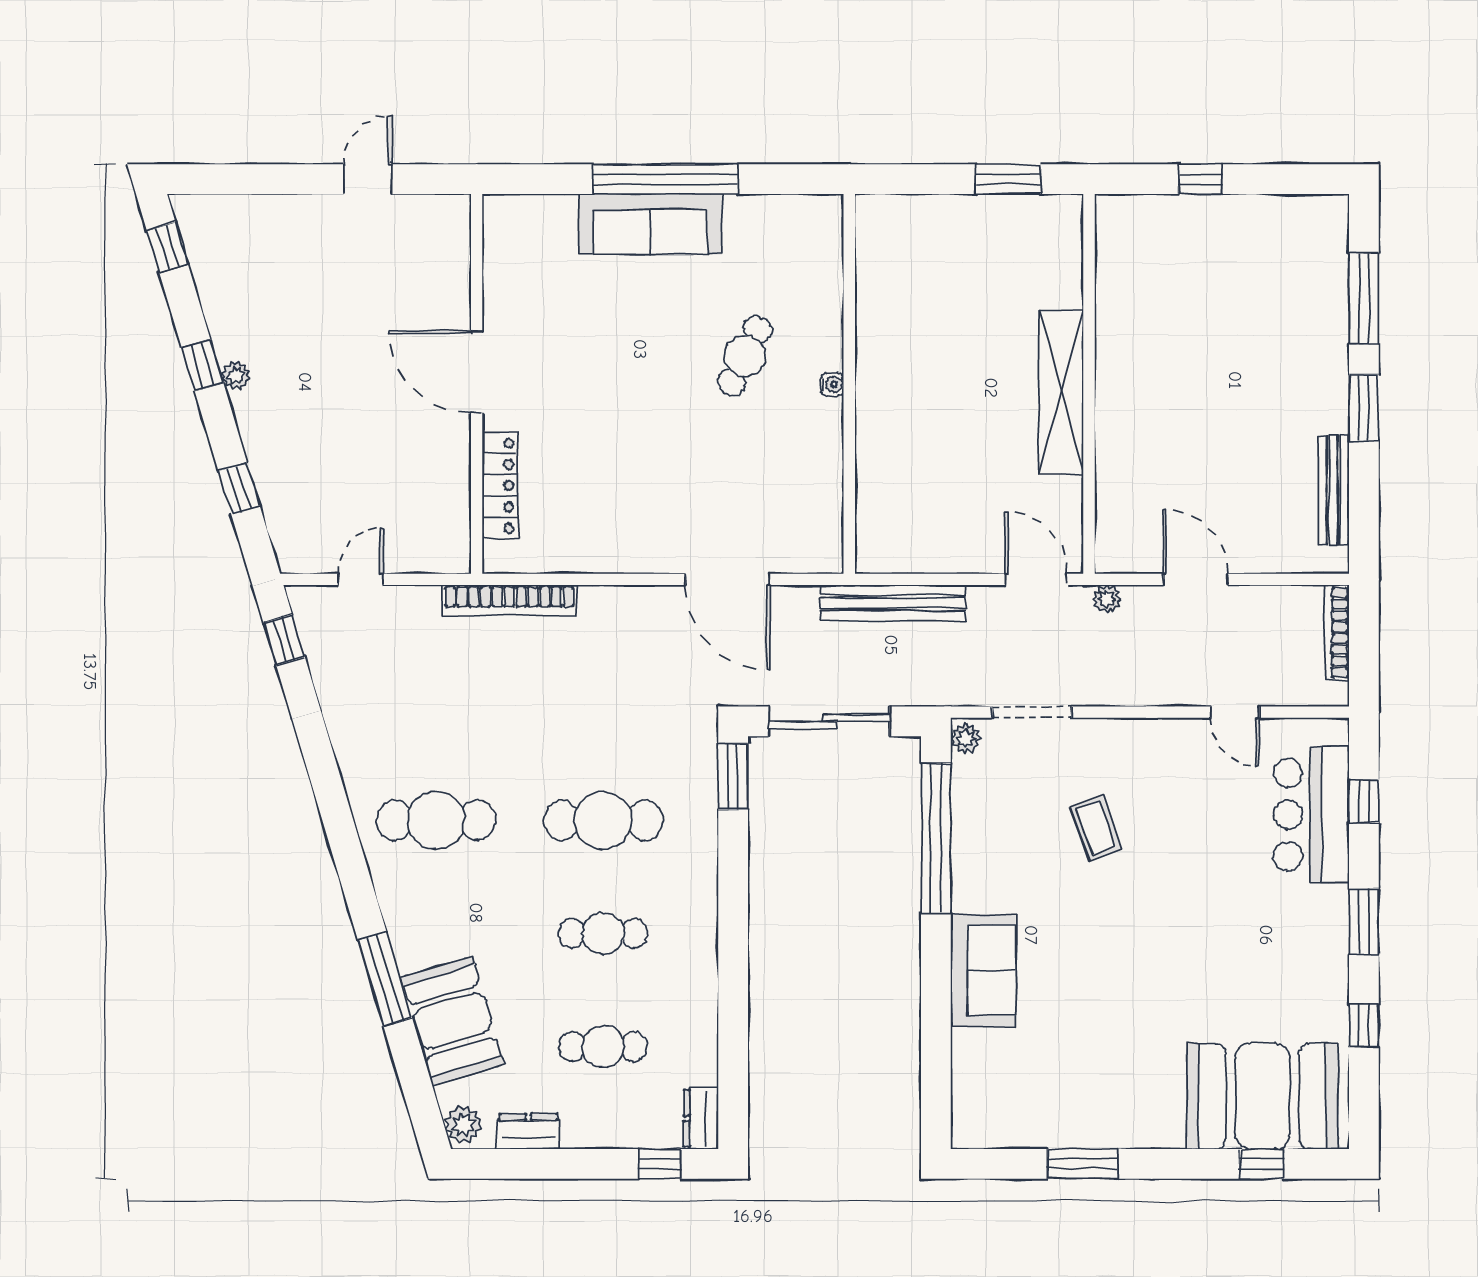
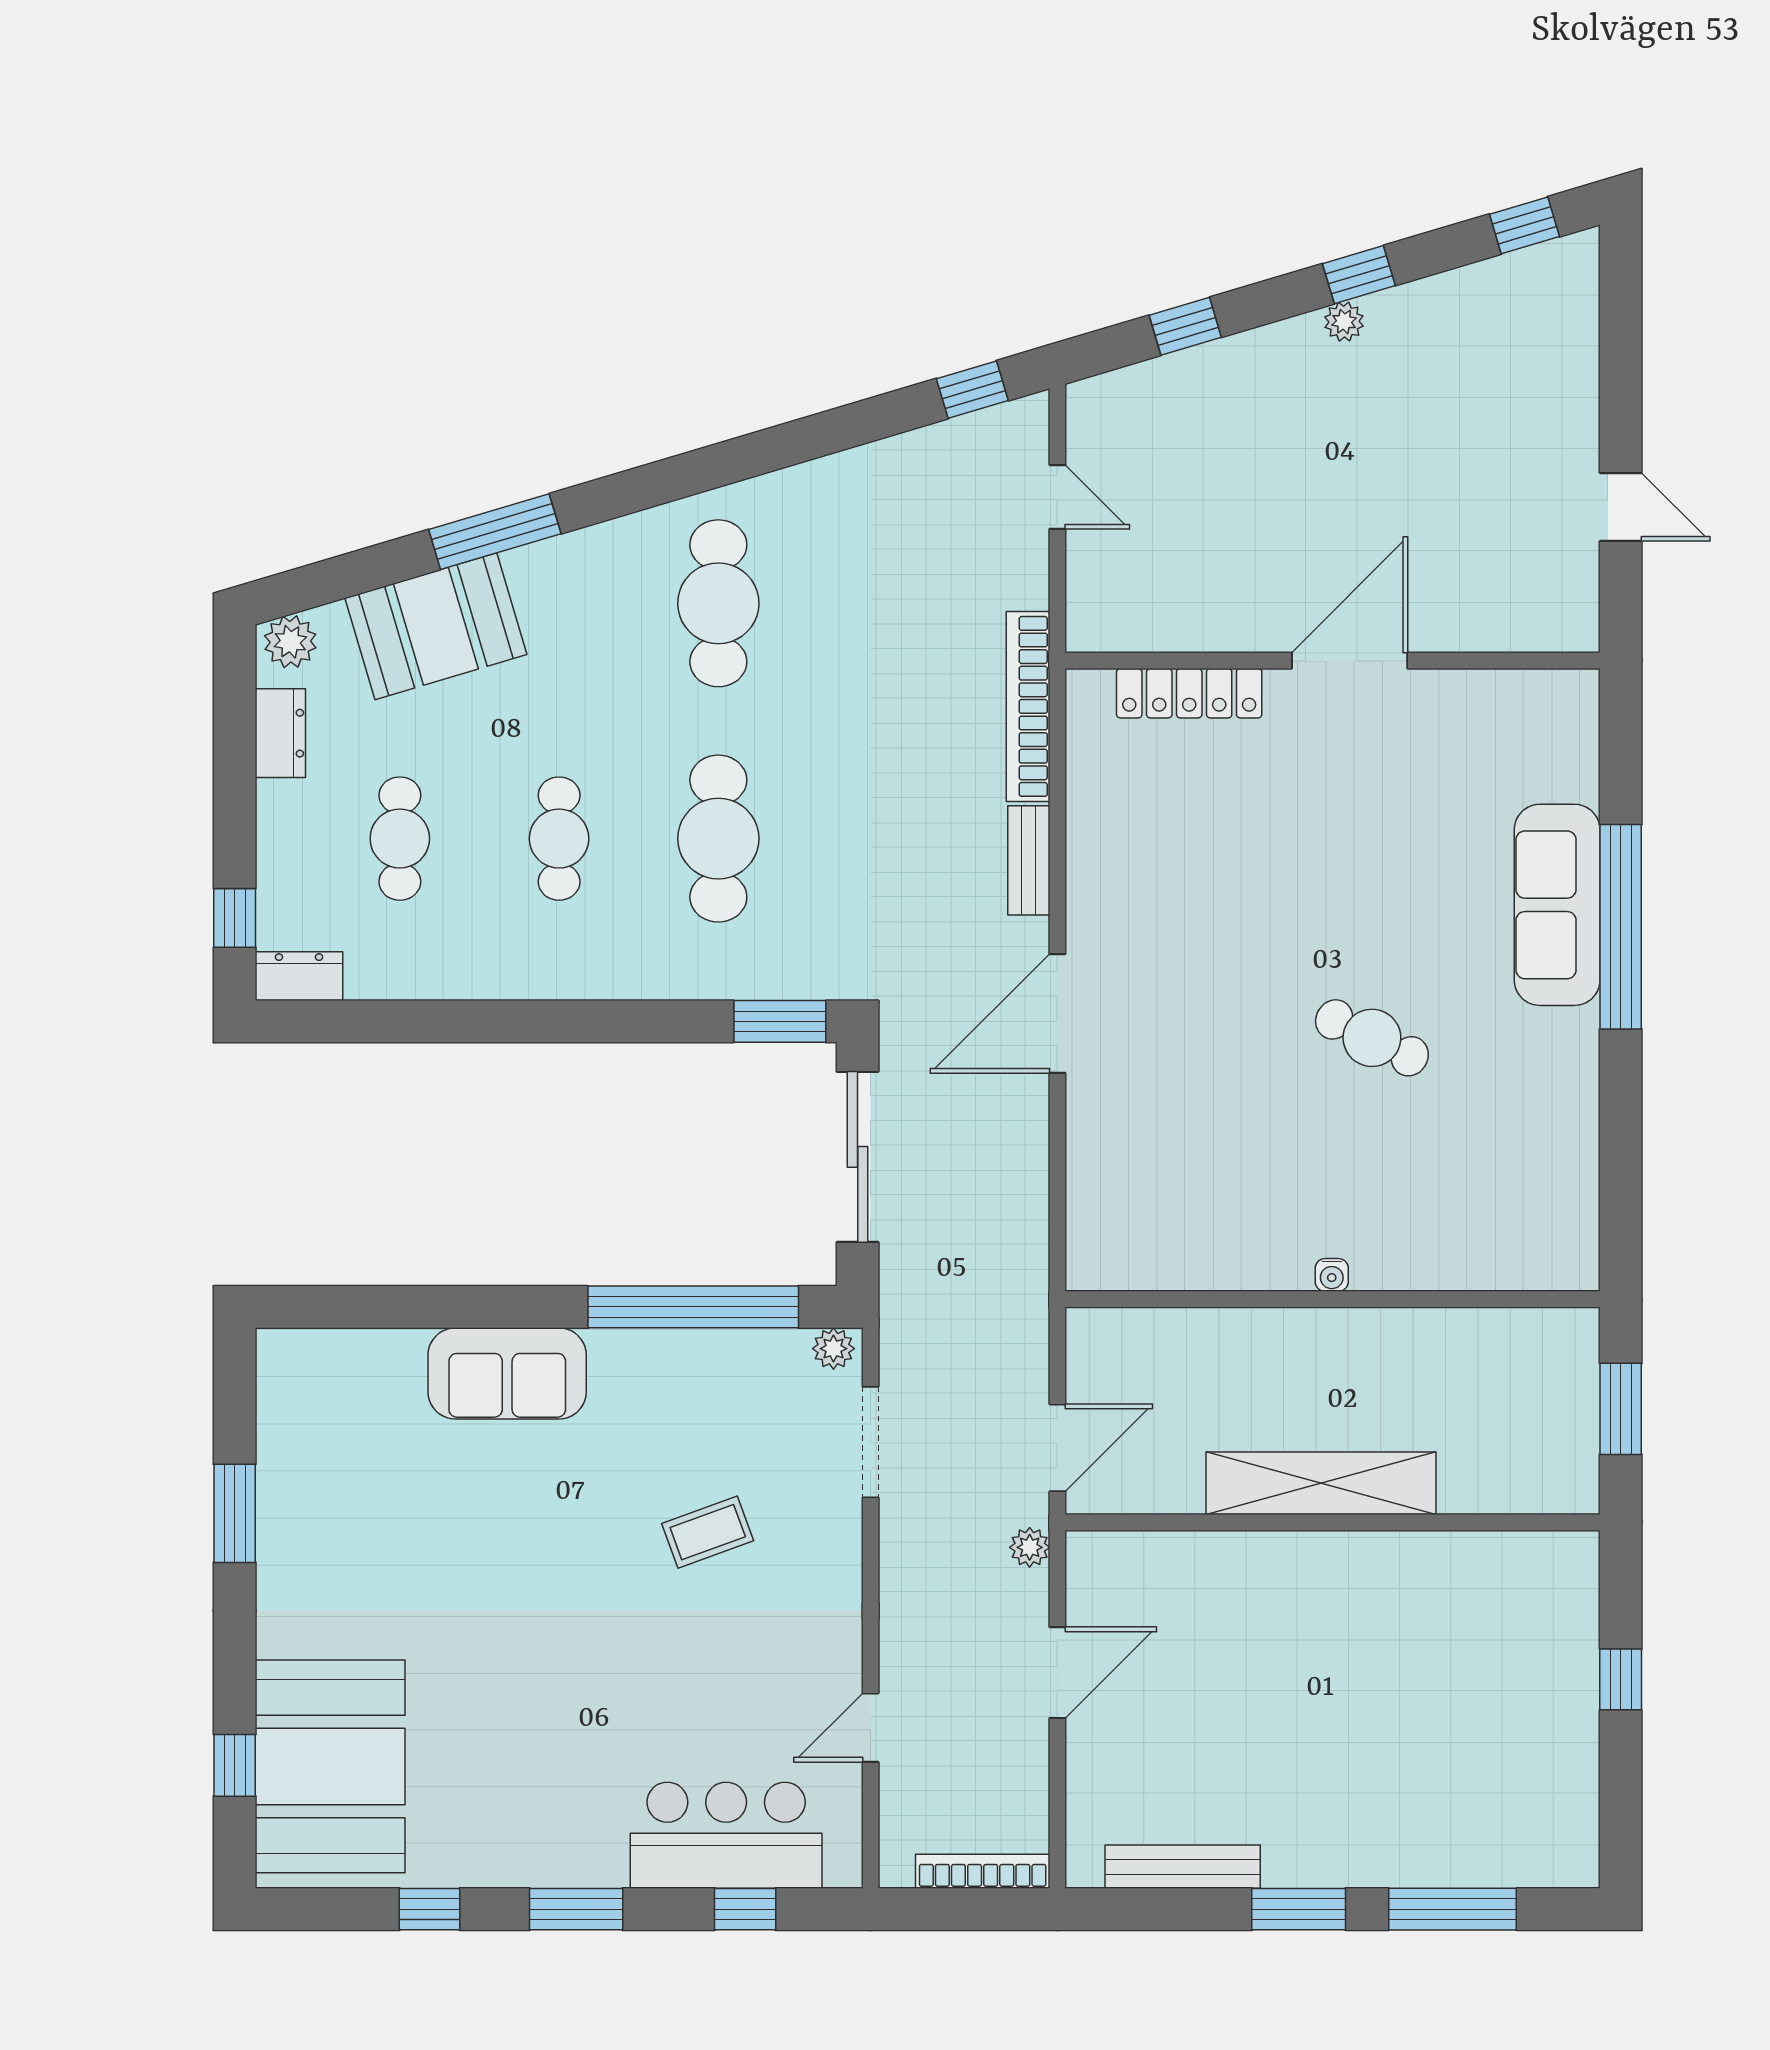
water cooler: (832, 384) -> (1332, 1275), moved
wall: (849, 384) -> (1333, 1299), moved
bench: (893, 603) -> (1029, 860), moved, width x0.54, depth x0.82

